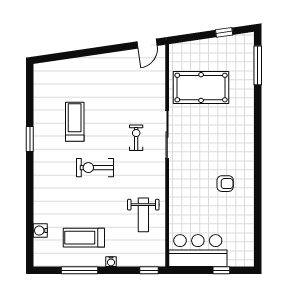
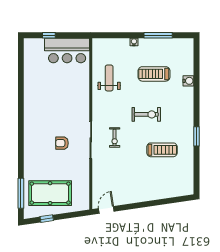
pool table: (201, 88) -> (50, 193), moved
treadmill: (75, 122) -> (162, 150), turned -90
armchair: (225, 184) -> (62, 143), moved
water cooler: (40, 231) -> (188, 81), moved
treadmill: (84, 238) -> (154, 74), moved, turned 180
window: (149, 270) -> (105, 35), removed

